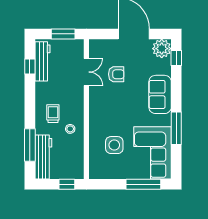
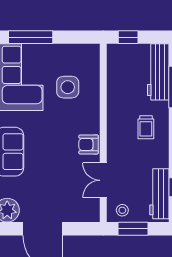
armchair: (116, 74) -> (89, 144), moved
stool: (70, 129) -> (122, 210), moved

